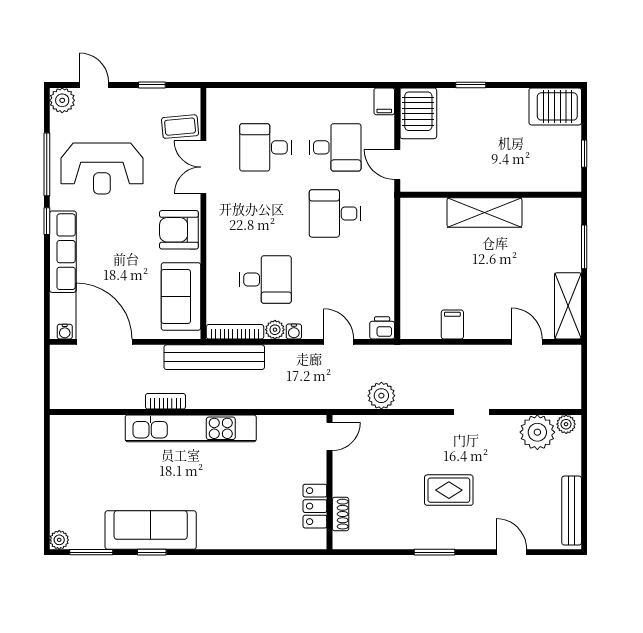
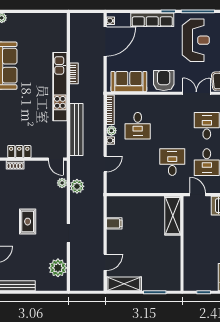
door: (397, 165) -> (198, 195), hinge flipped
reception desk: (102, 169) -> (196, 40), turned 180
shelving: (485, 212) -> (173, 216), moved
printer: (382, 328) -> (112, 187), removed
bench: (214, 357) -> (76, 130), moved
plant: (566, 424) -> (62, 183), moved

